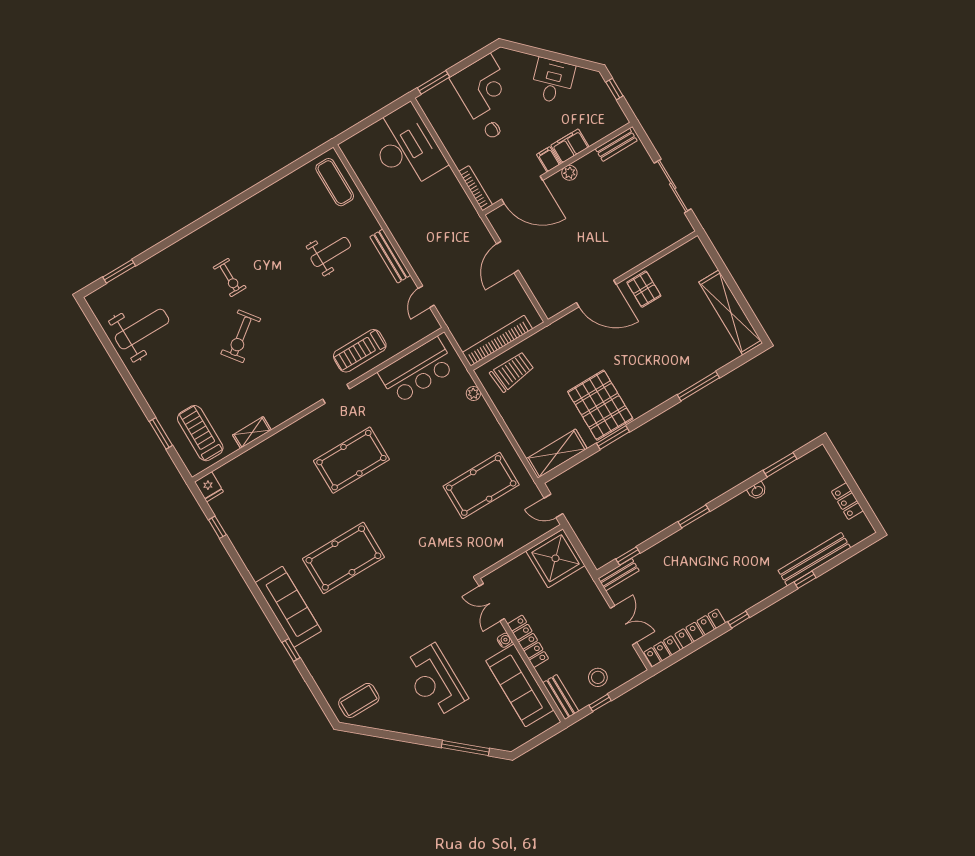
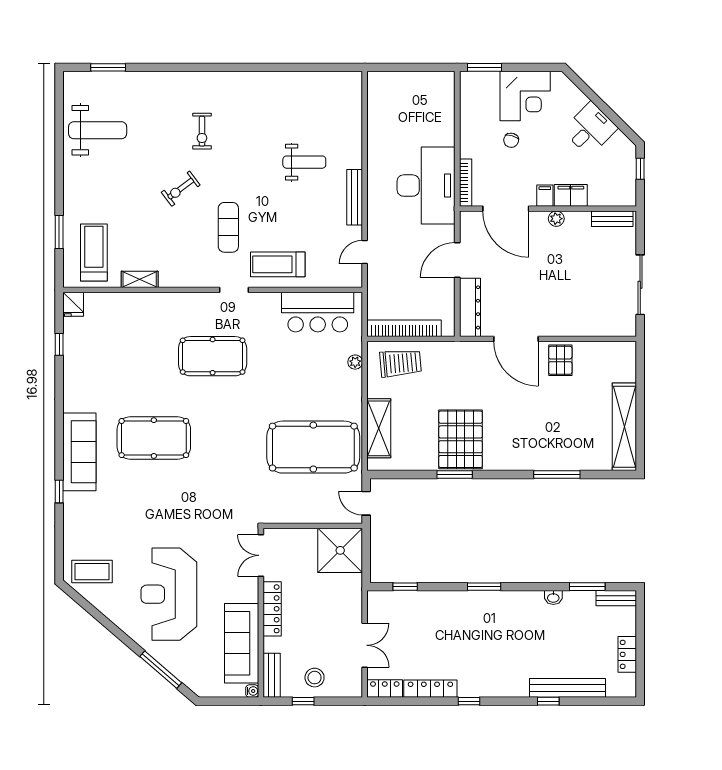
chair: (492, 130) -> (511, 140), turned -74
desk: (406, 147) -> (426, 186), moved
exercise mat: (335, 182) -> (228, 227), moved
dresser: (542, 290) -> (470, 307), added
exercise bike: (241, 336) -> (181, 189), width x0.73, depth x0.72
shelving: (557, 454) -> (379, 428), moved, turned 90
pool table: (481, 485) -> (313, 447), width x1.36, depth x1.32
bench: (619, 575) -> (616, 598), moved
water cooler: (505, 640) -> (252, 691), moved
reception desk: (434, 681) -> (169, 594), width x1.36, depth x1.30

